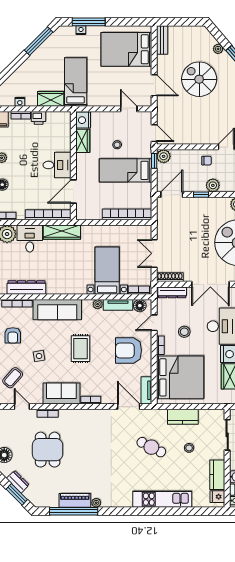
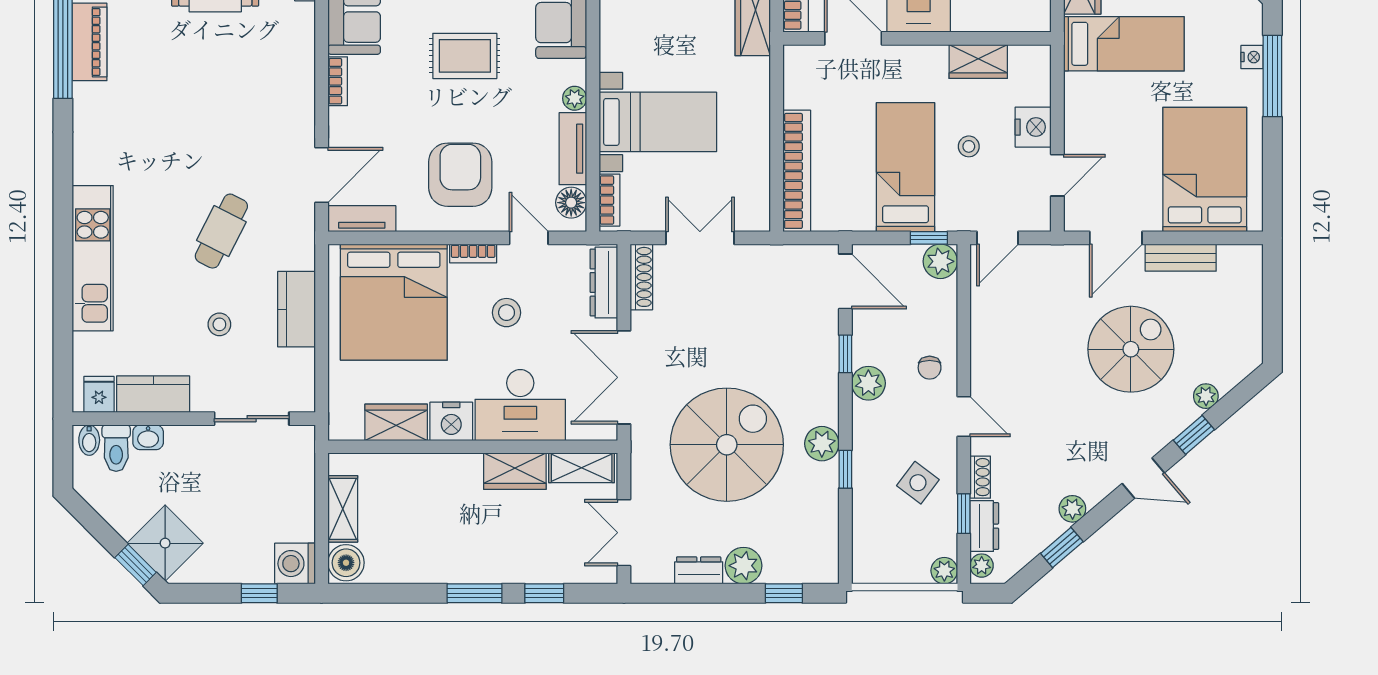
bench: (162, 40) -> (1181, 258), moved
nightstand: (83, 120) -> (1033, 127), moved, turned 90
plant: (96, 503) -> (84, 95), removed

